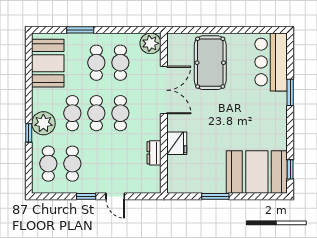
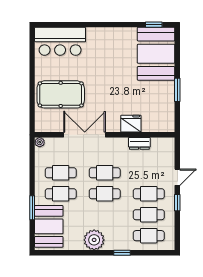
plant: (151, 43) -> (40, 142), width x0.53, depth x0.53
booth: (48, 63) -> (49, 226), moved, turned 90
window: (290, 92) -> (87, 25), removed
cafe table: (72, 113) -> (149, 194), moved
plant: (43, 123) -> (94, 240), moved

